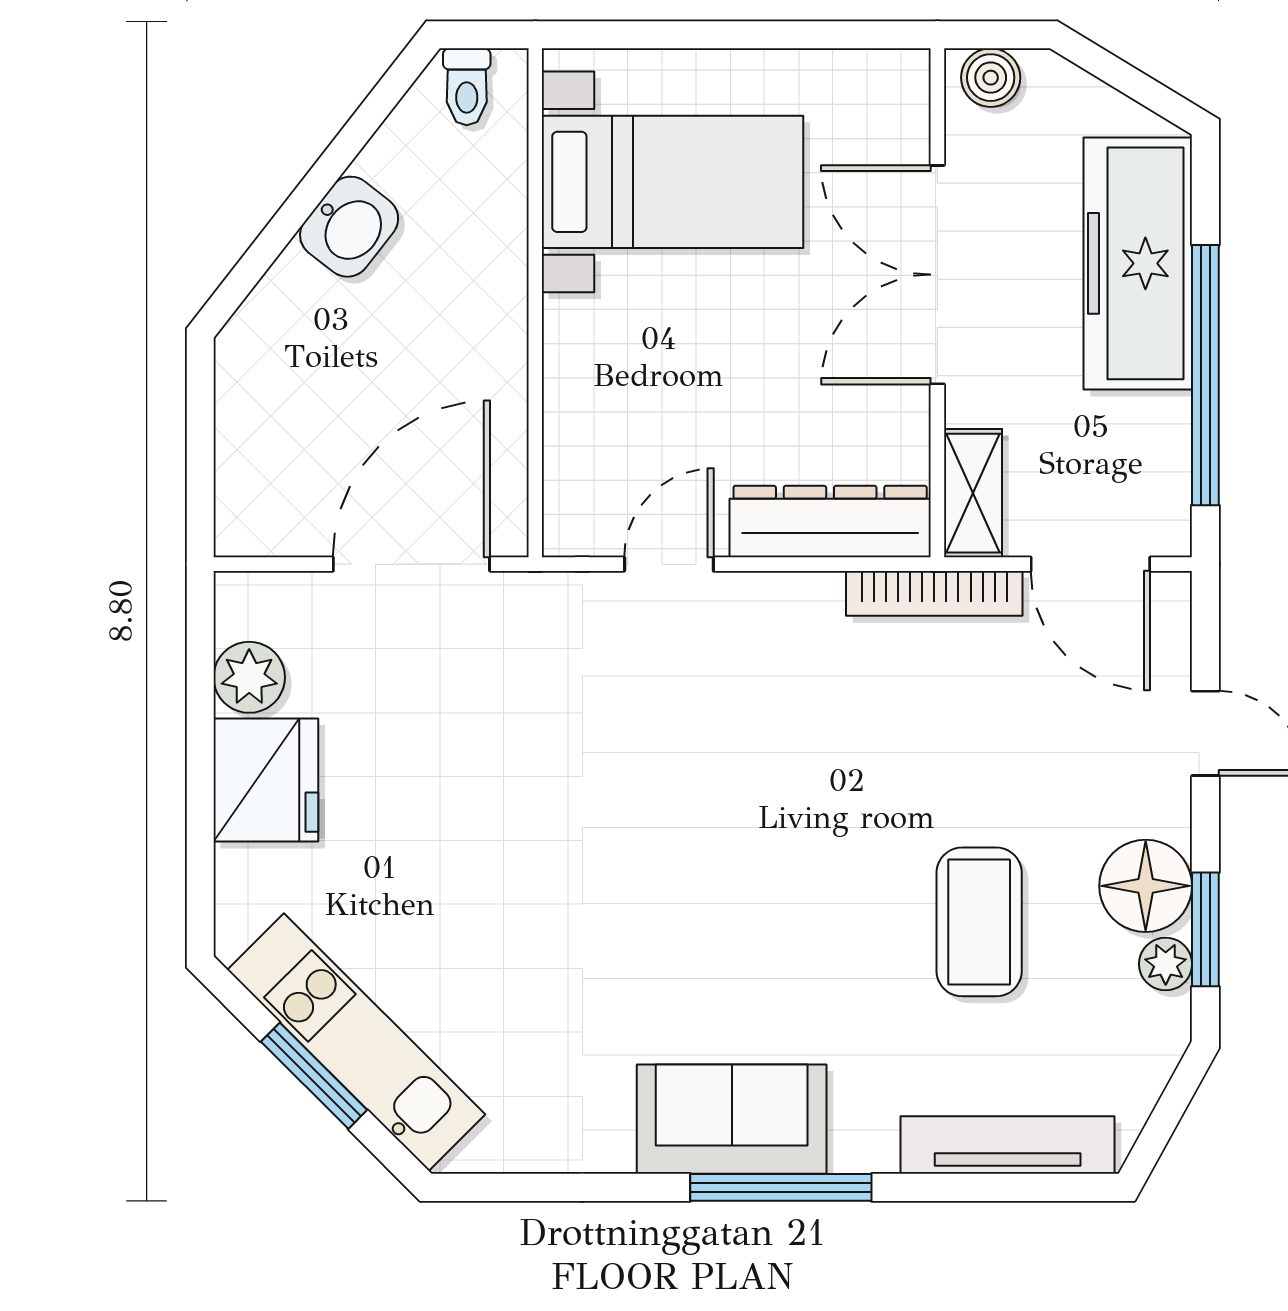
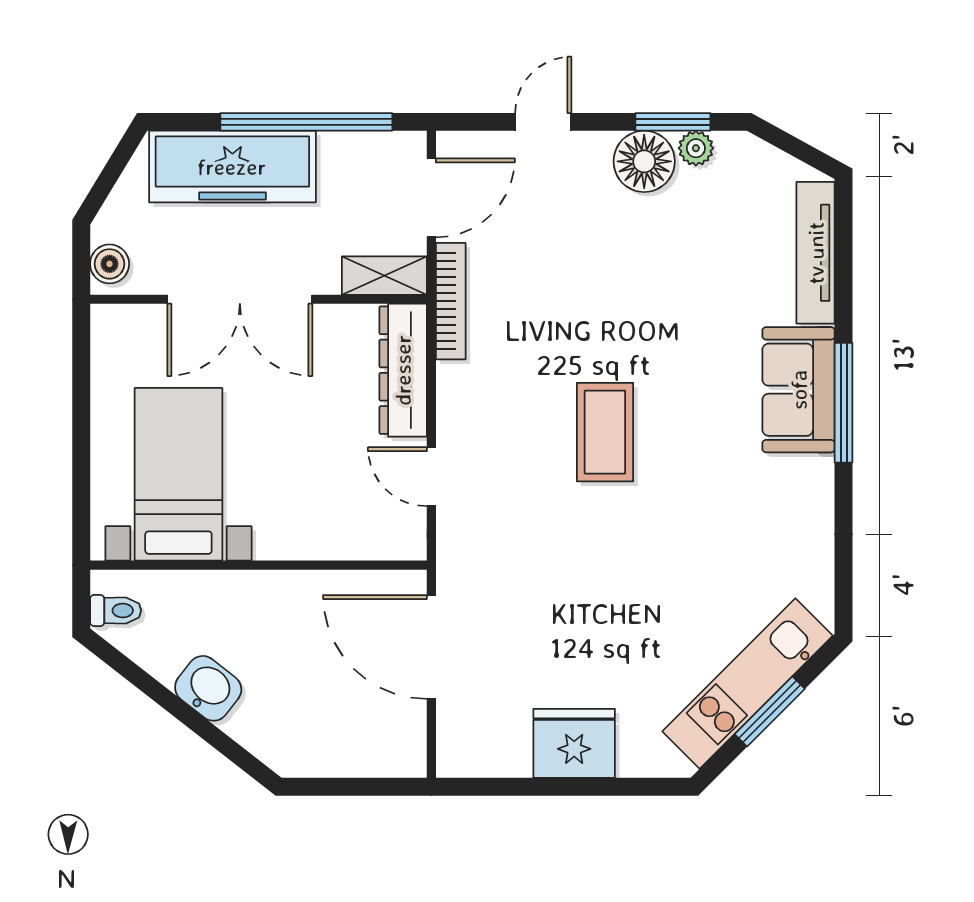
plant: (249, 677) -> (506, 754), removed
coffee table: (979, 922) -> (605, 432), moved, turned 90
sofa: (732, 1119) -> (799, 390), moved

